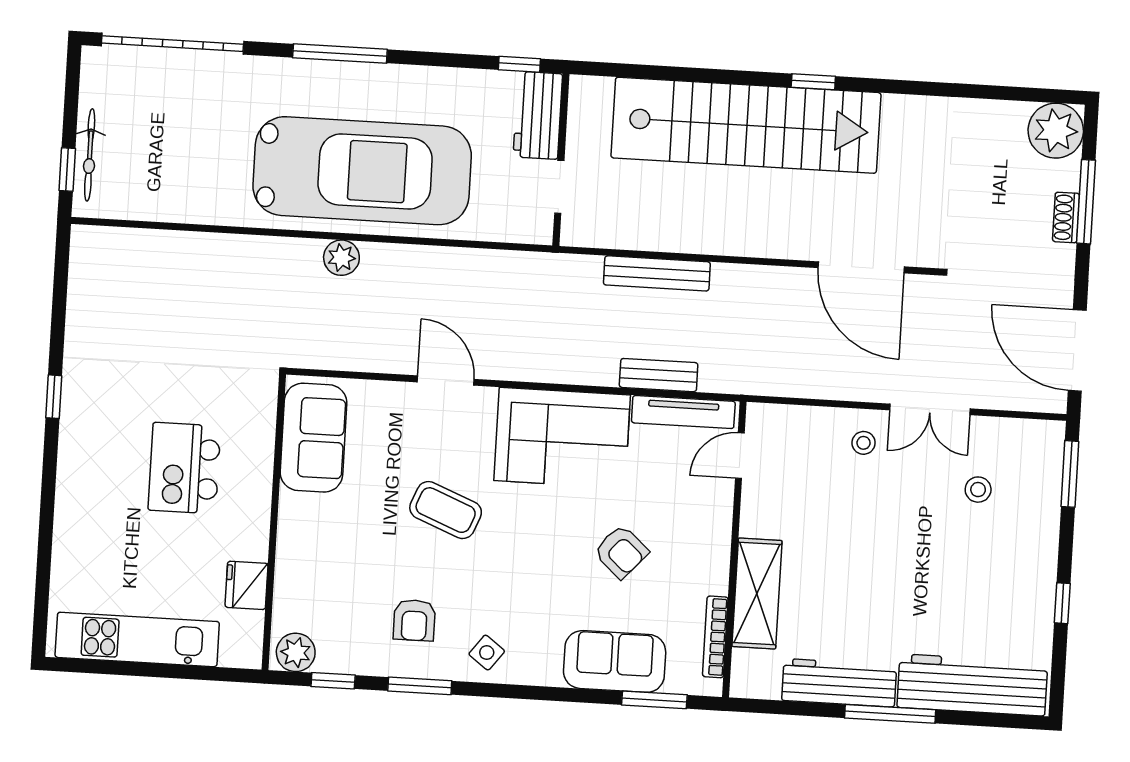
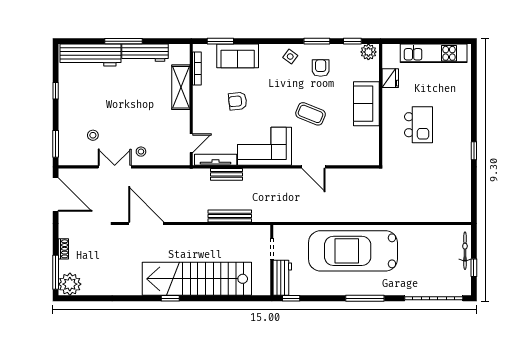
window: (67, 170) -> (474, 268), moved
window: (1086, 202) -> (56, 272), moved
plant: (341, 258) -> (359, 215), removed
sofa: (314, 438) -> (366, 104), moved
armchair: (621, 552) -> (238, 101), turned -48

